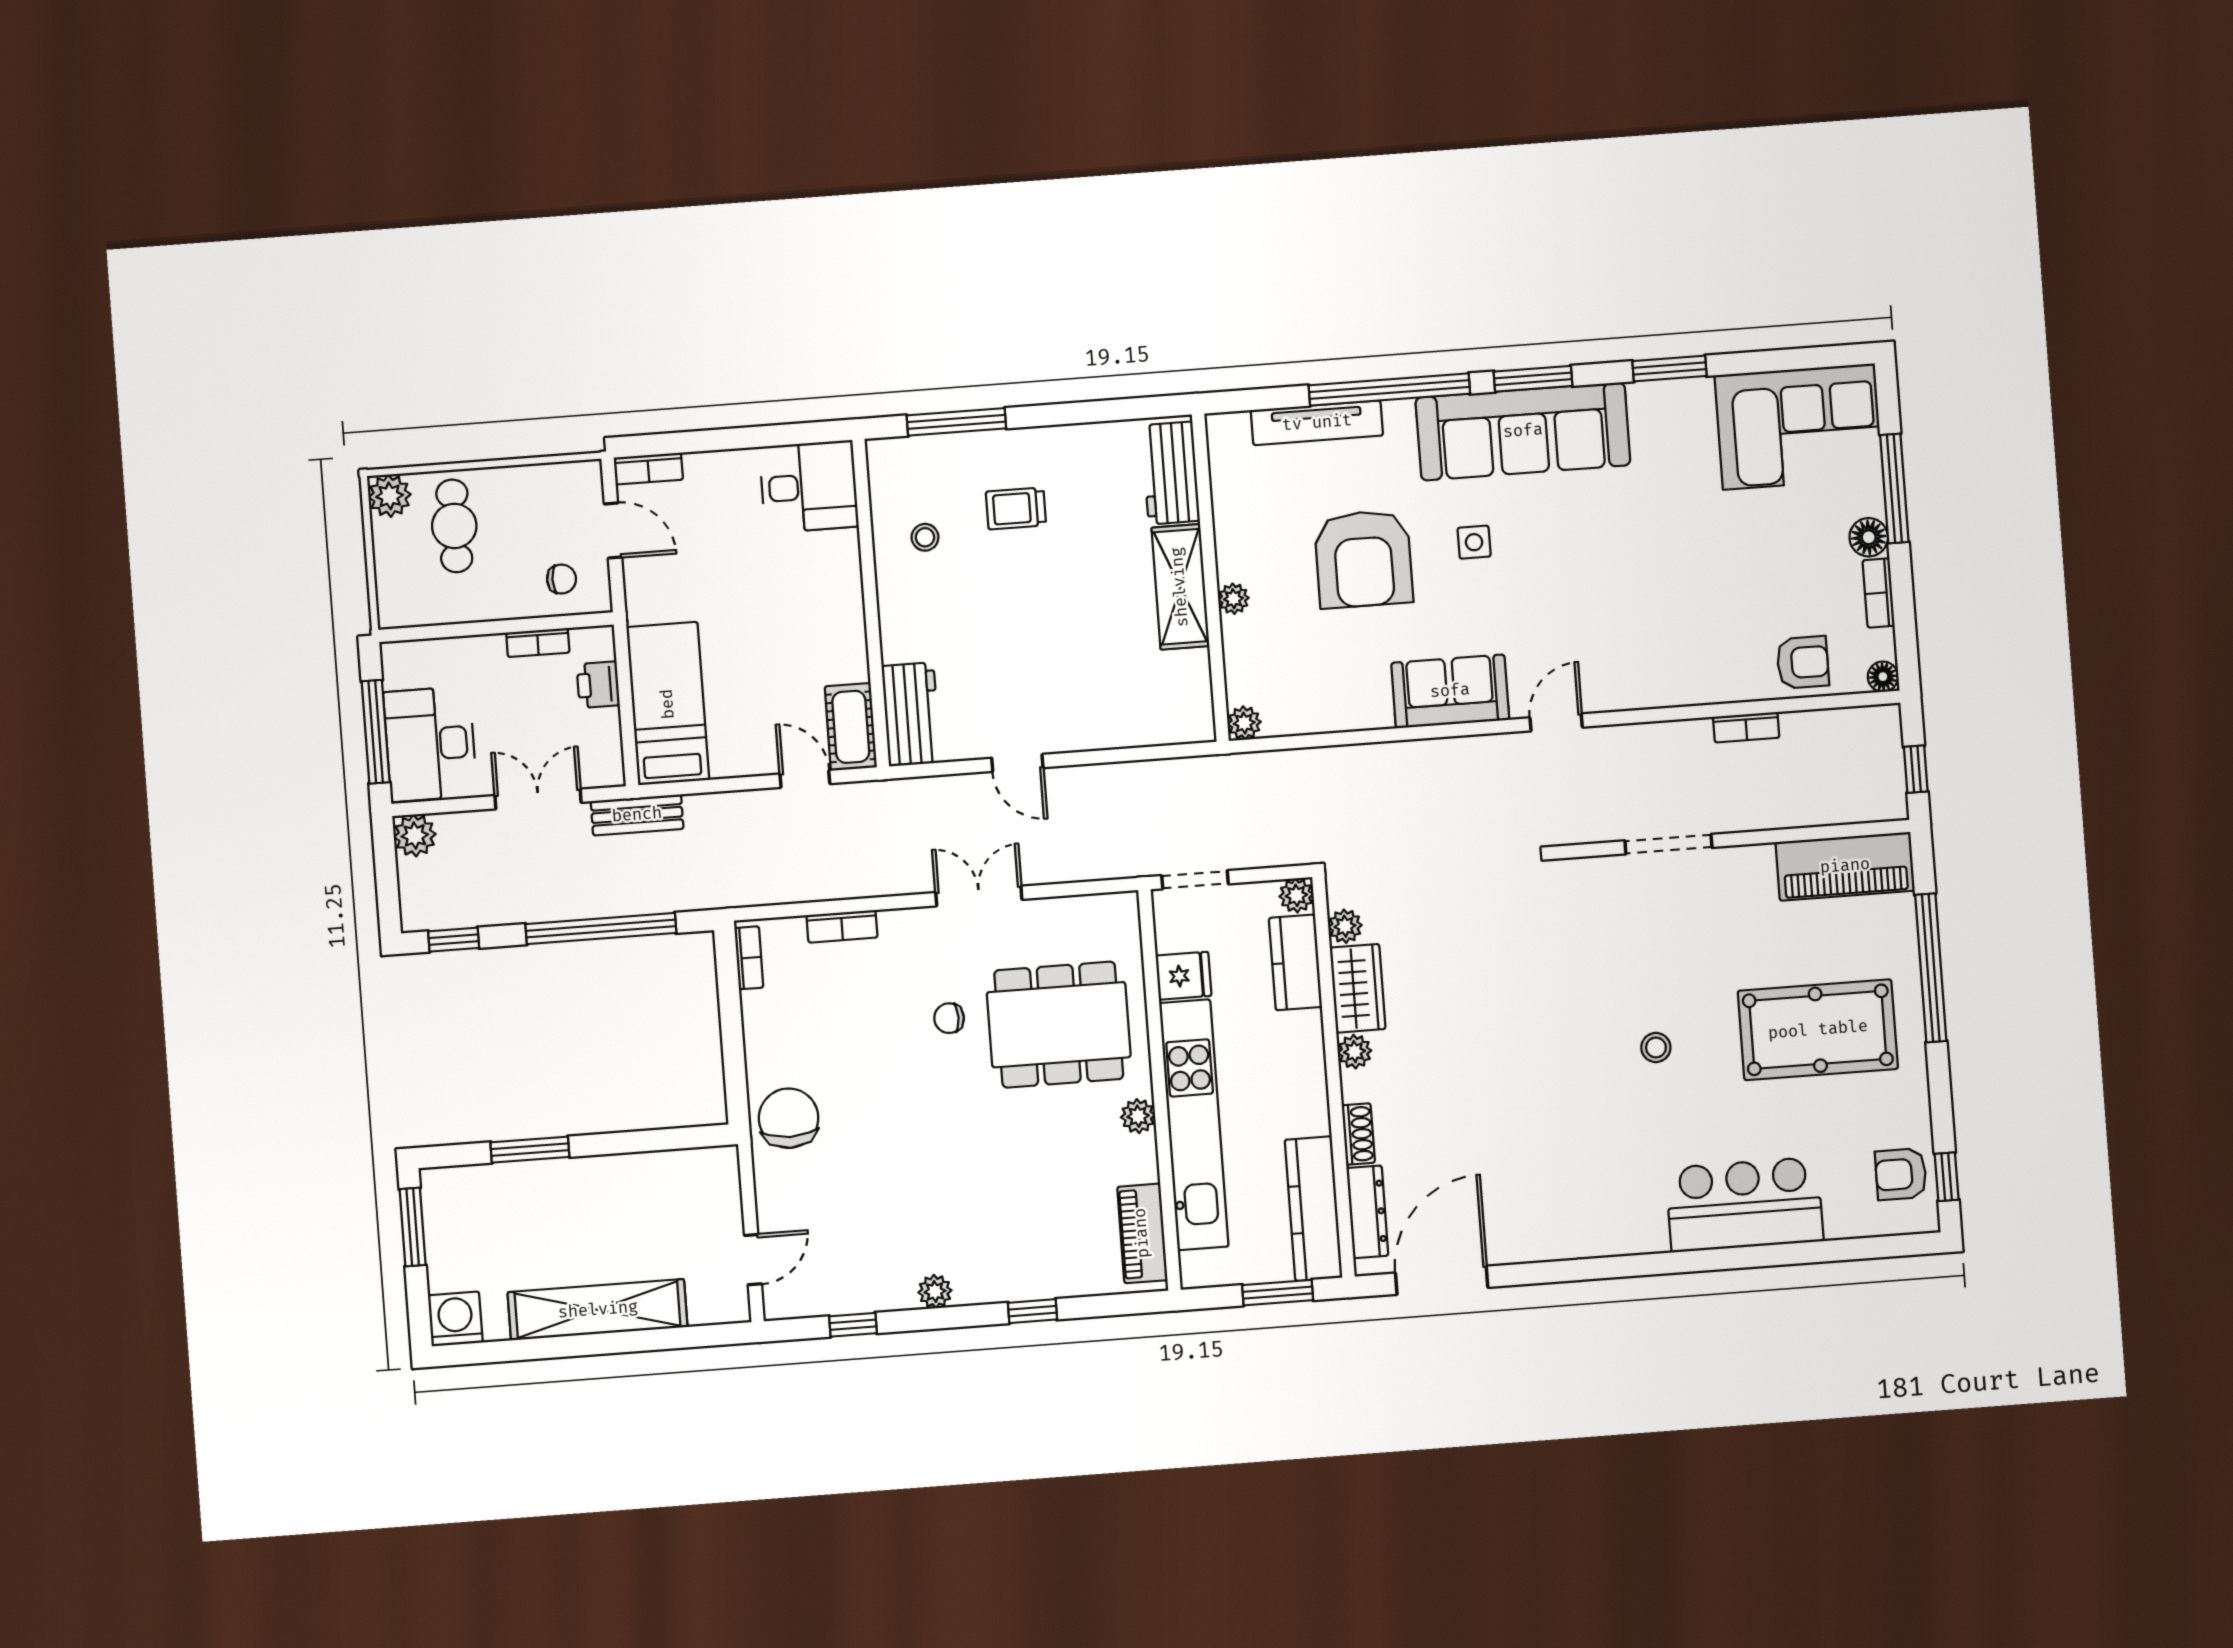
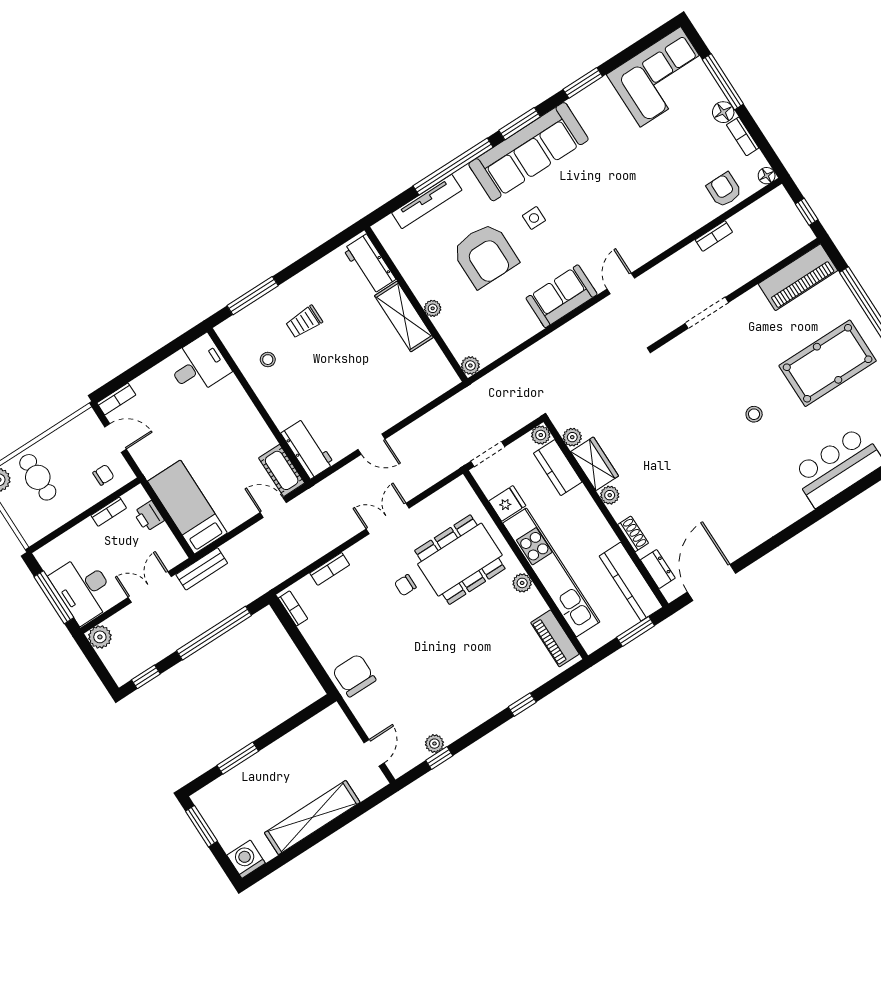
armchair: (1803, 662) -> (724, 190), turned -90
dresser: (1367, 1212) -> (658, 569), width x0.70
plant: (935, 1291) -> (434, 744), moved

